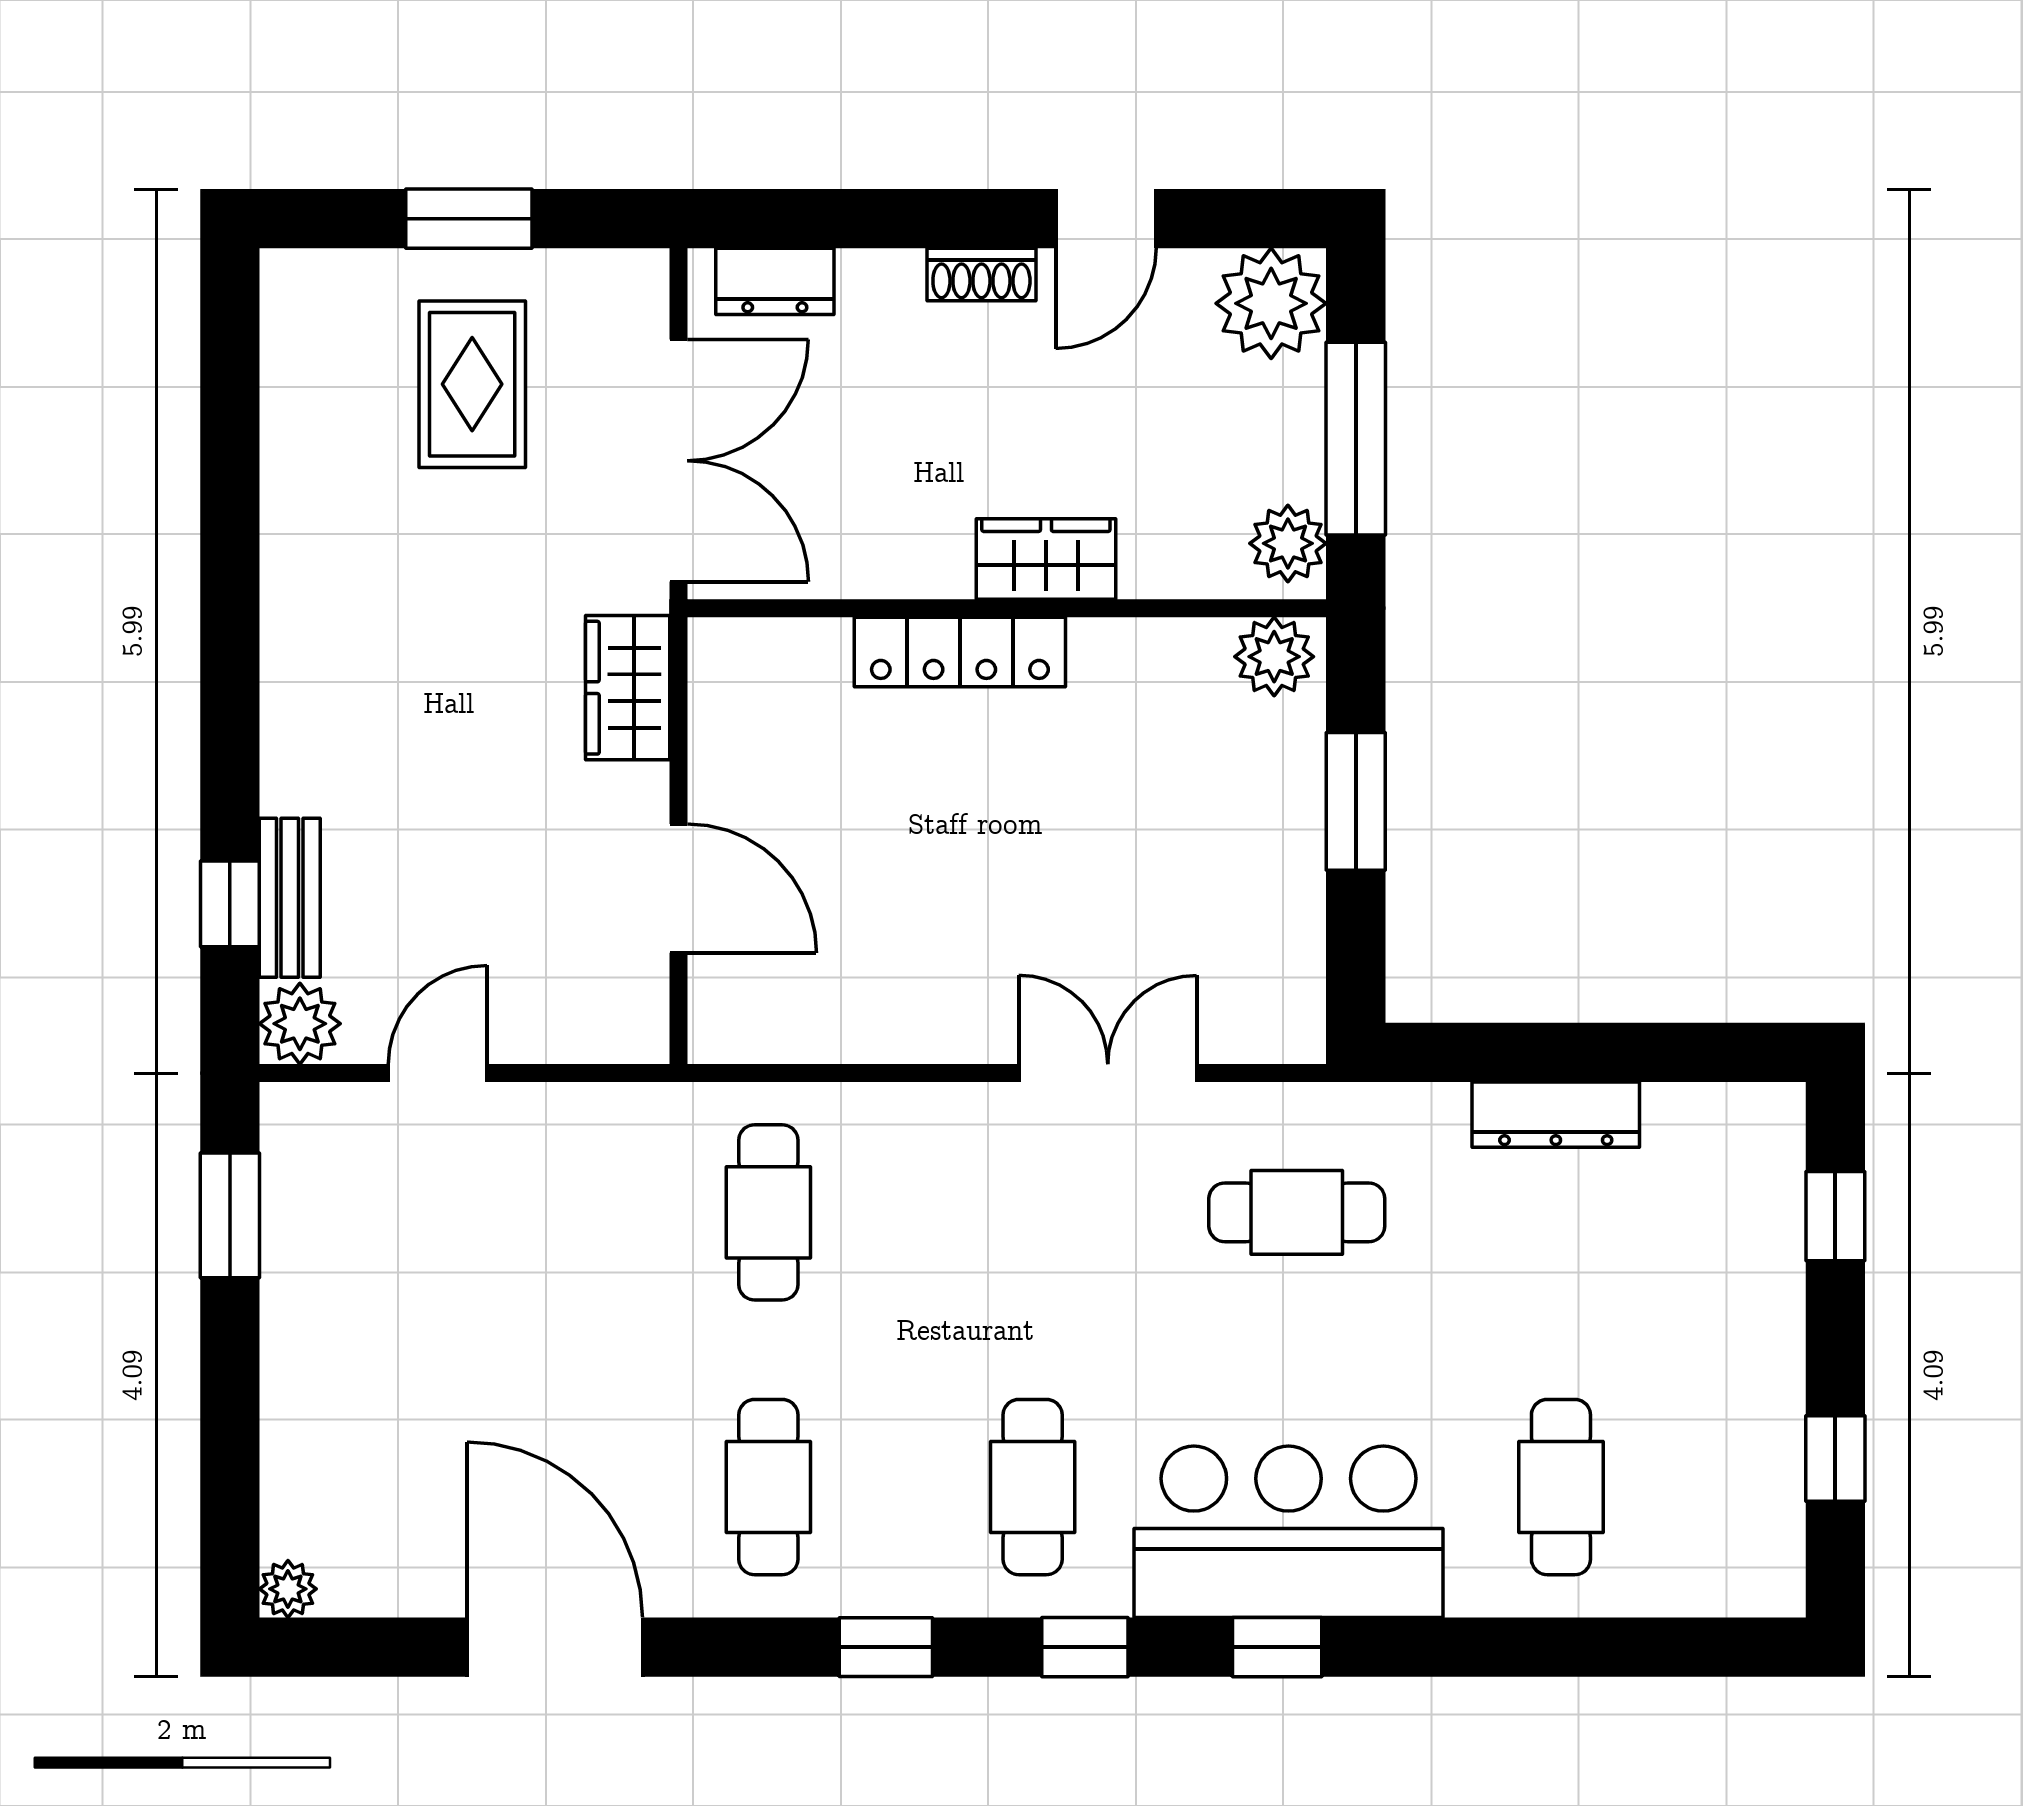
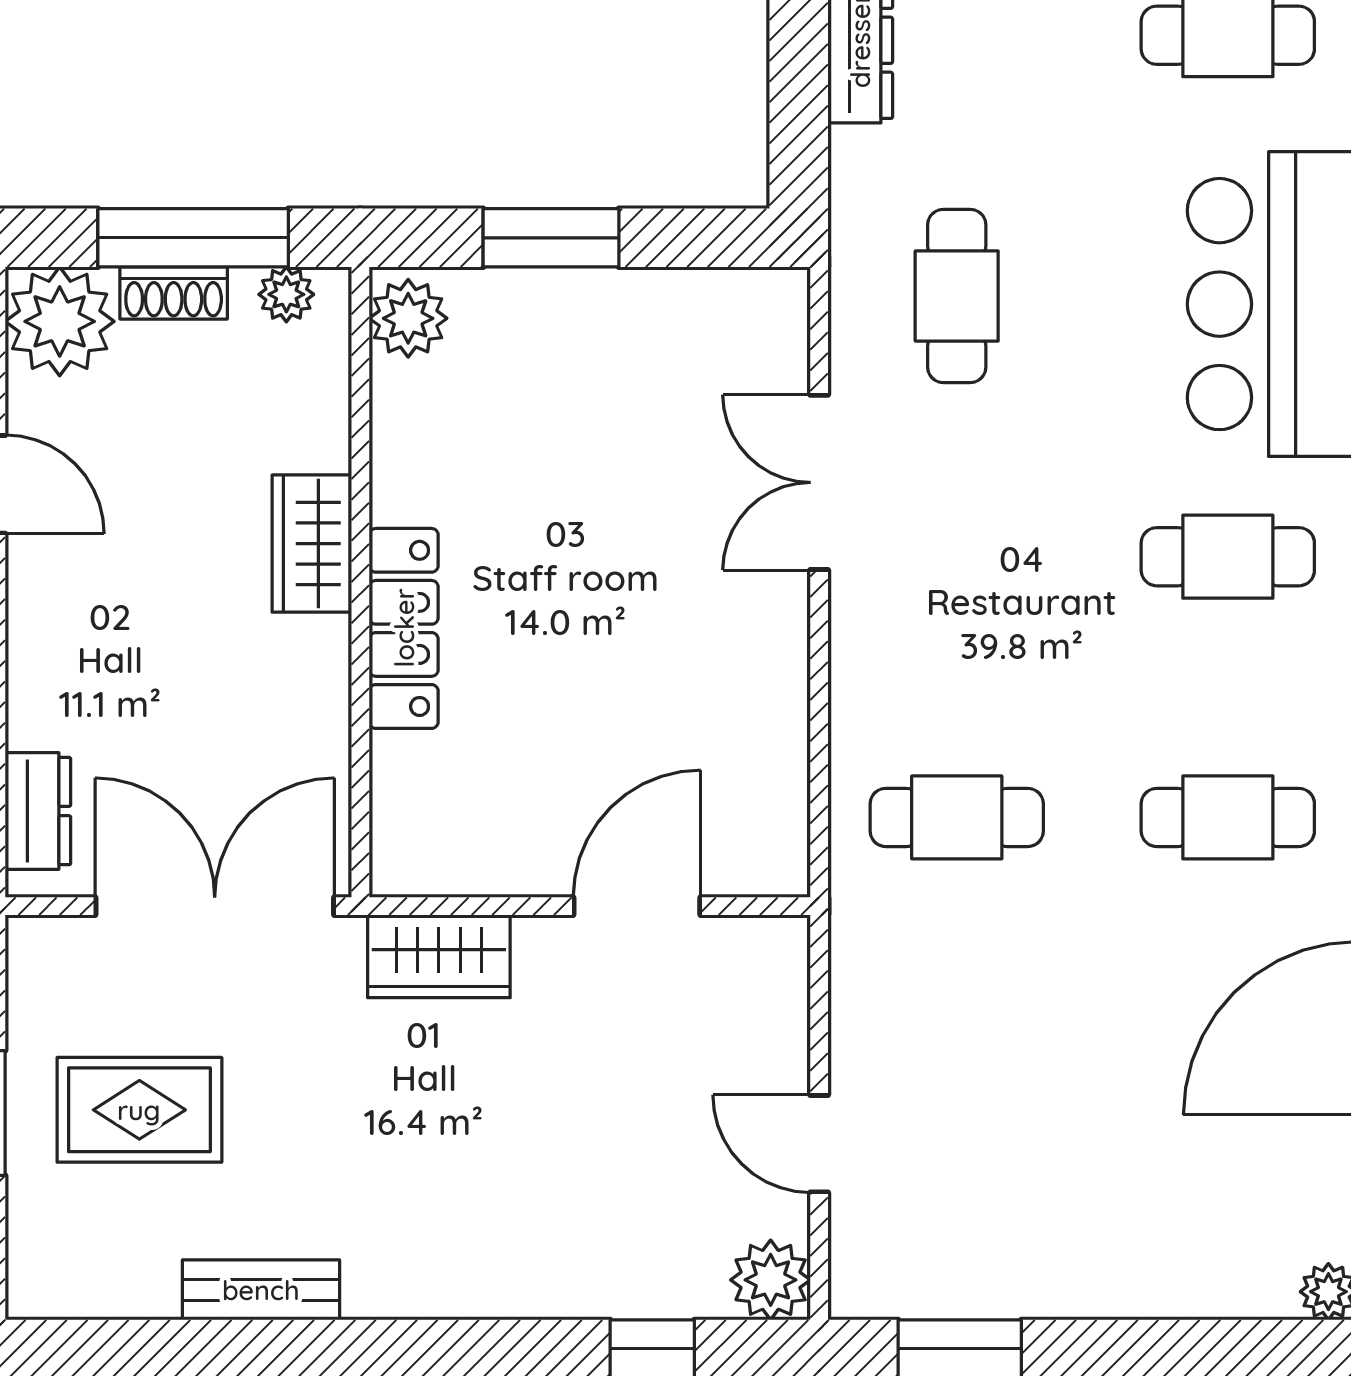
shoe rack: (981, 275) -> (174, 293), moved, turned 90
plant: (1288, 543) -> (286, 294), width x0.73, depth x0.73
bench: (290, 898) -> (261, 1290), moved

